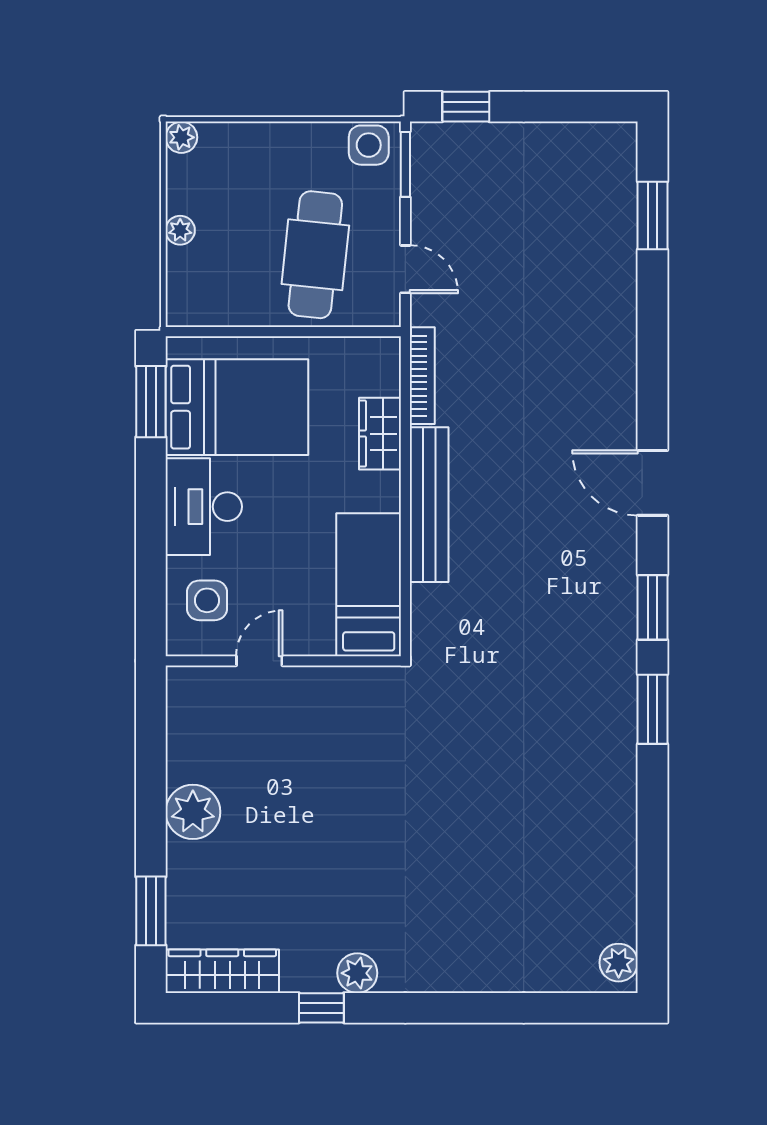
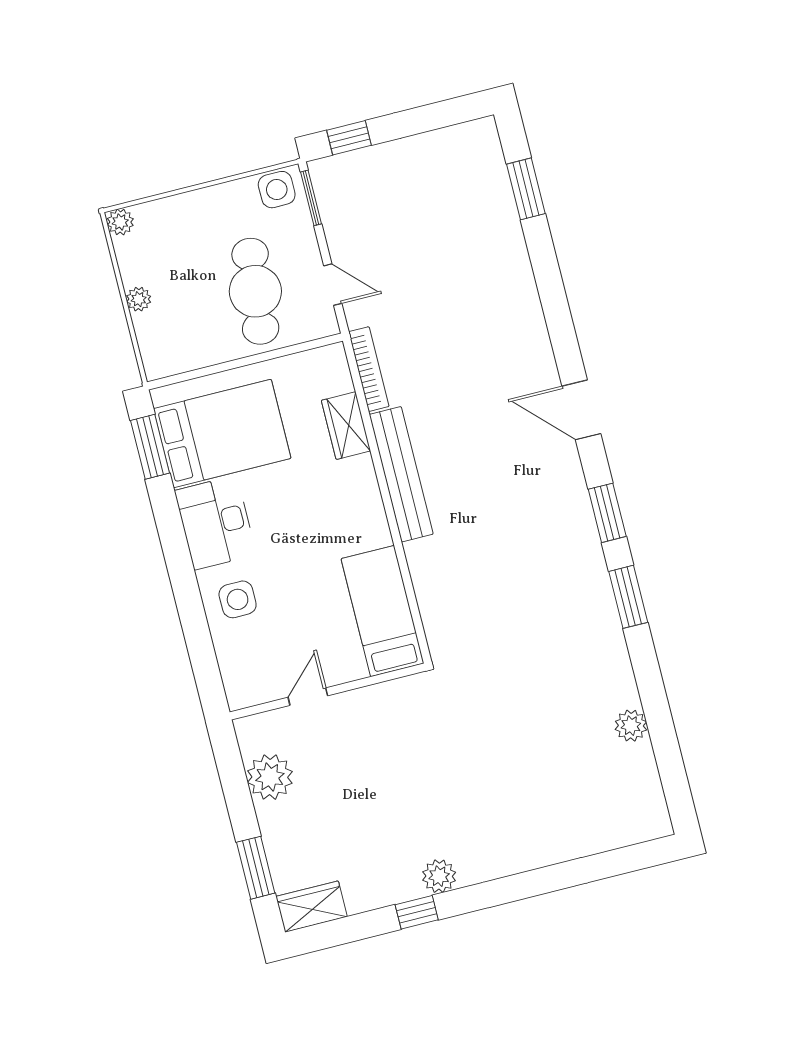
bed: (369, 585) -> (383, 611), moved
door: (259, 661) -> (308, 697), moved
wall: (283, 661) -> (328, 692), moved
plant: (619, 963) -> (631, 726), moved
wardrobe: (222, 971) -> (312, 907), width x0.67

